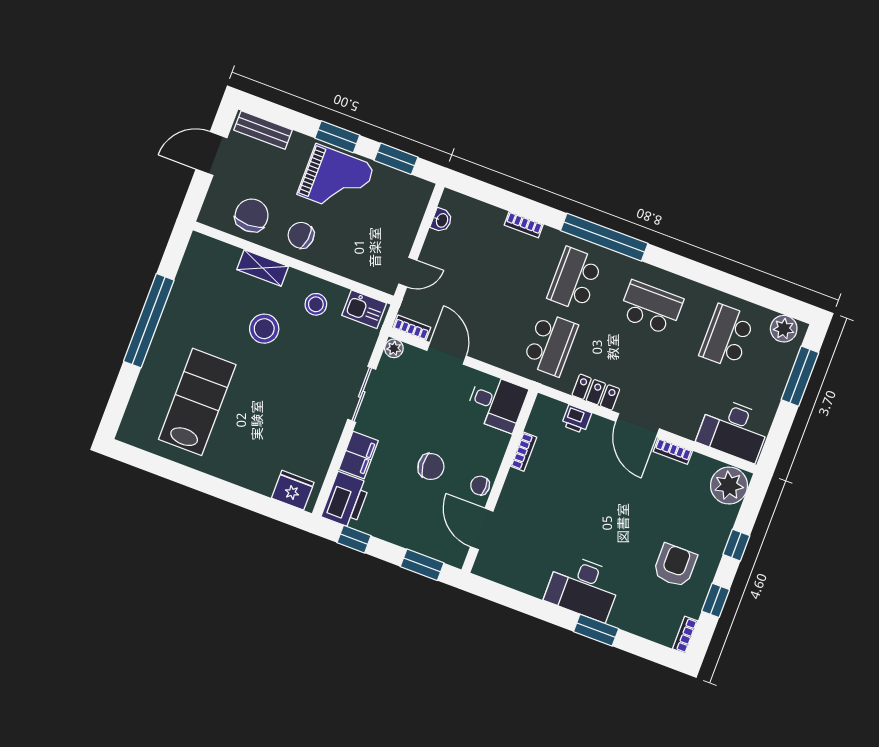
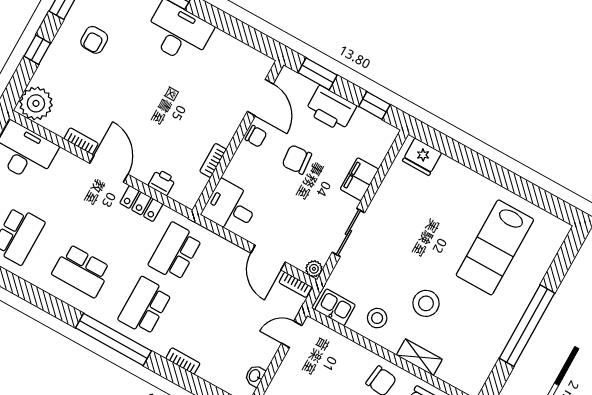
school desk: (575, 279) -> (145, 306), turned 180
printer: (346, 500) -> (331, 109), moved, turned -90
armchair: (675, 565) -> (94, 40), width x0.72, depth x0.72

